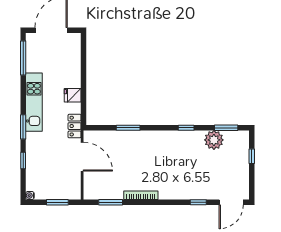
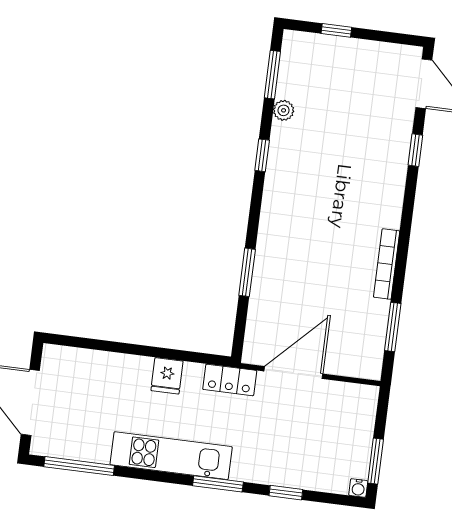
plant: (214, 140) -> (284, 110), width x0.53, depth x0.53
window: (57, 202) -> (376, 461), moved

